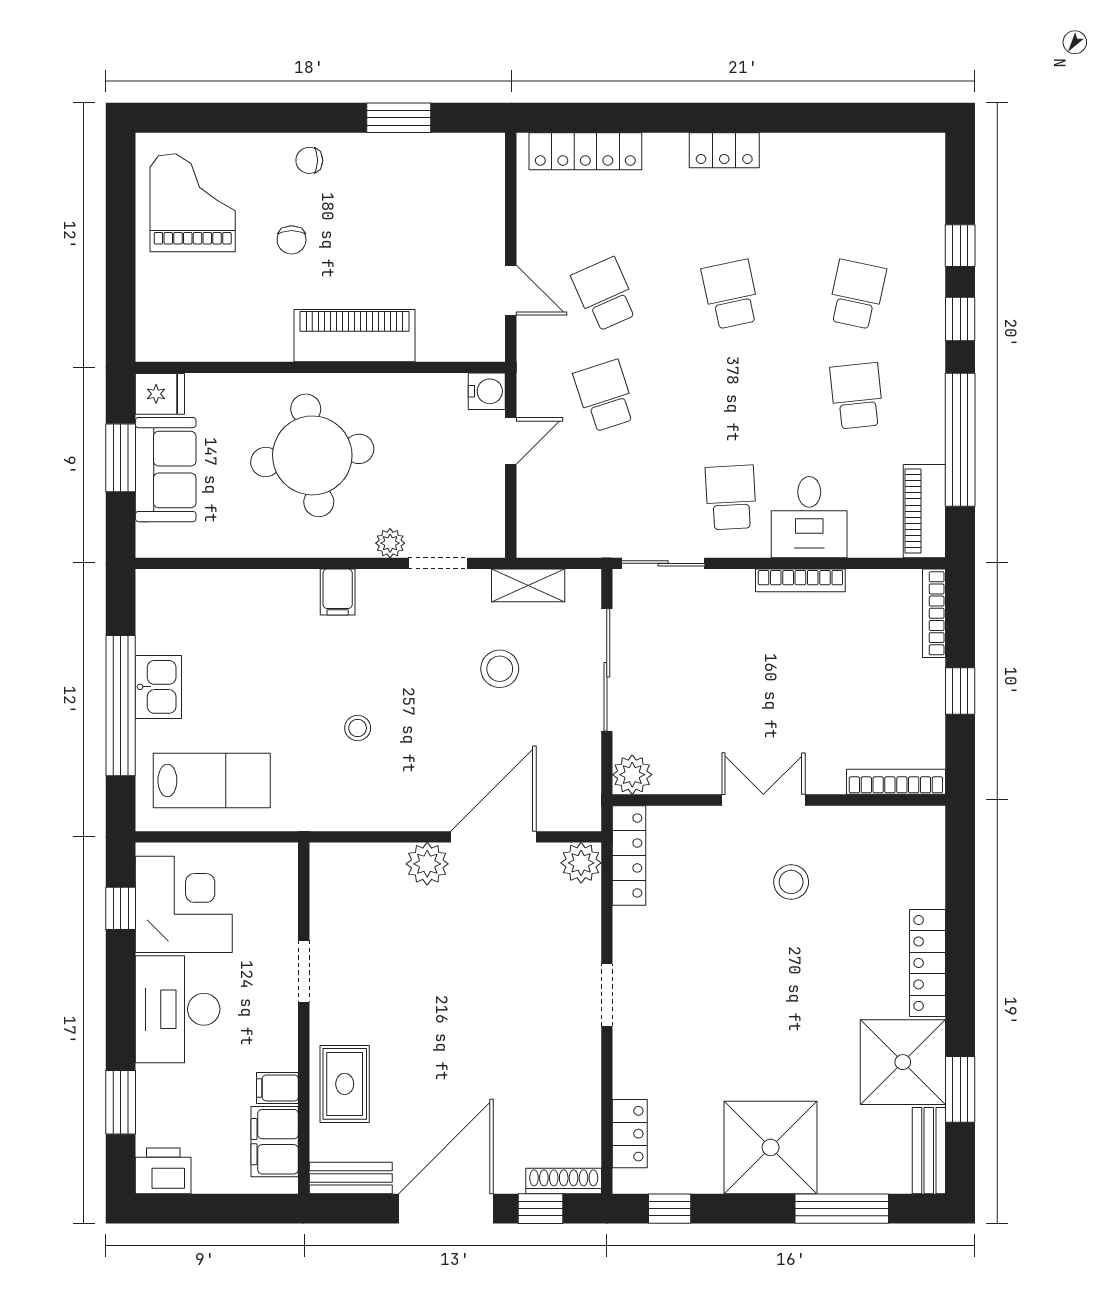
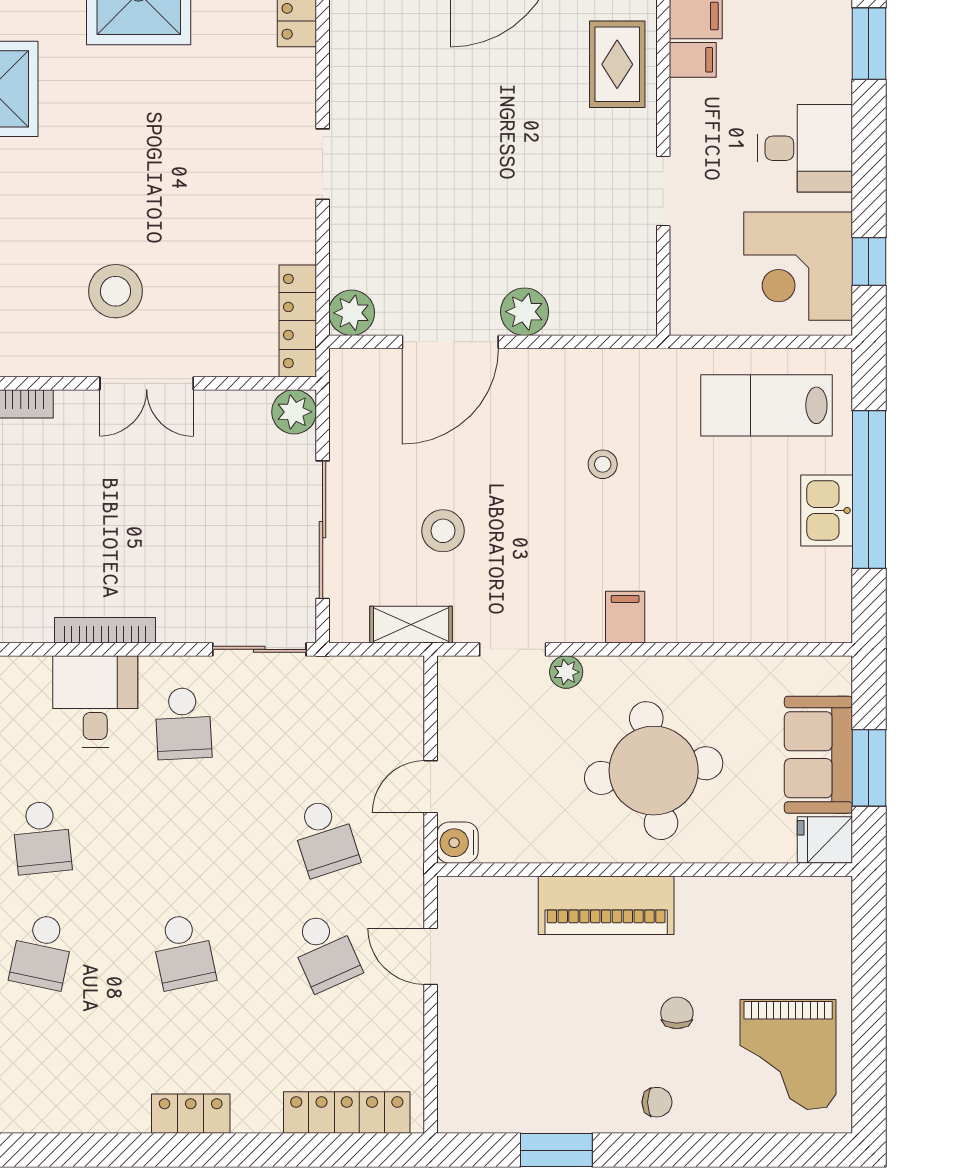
stool: (791, 882) -> (116, 291), width x1.38, depth x1.38
desk: (178, 1009) -> (805, 148), width x0.73

